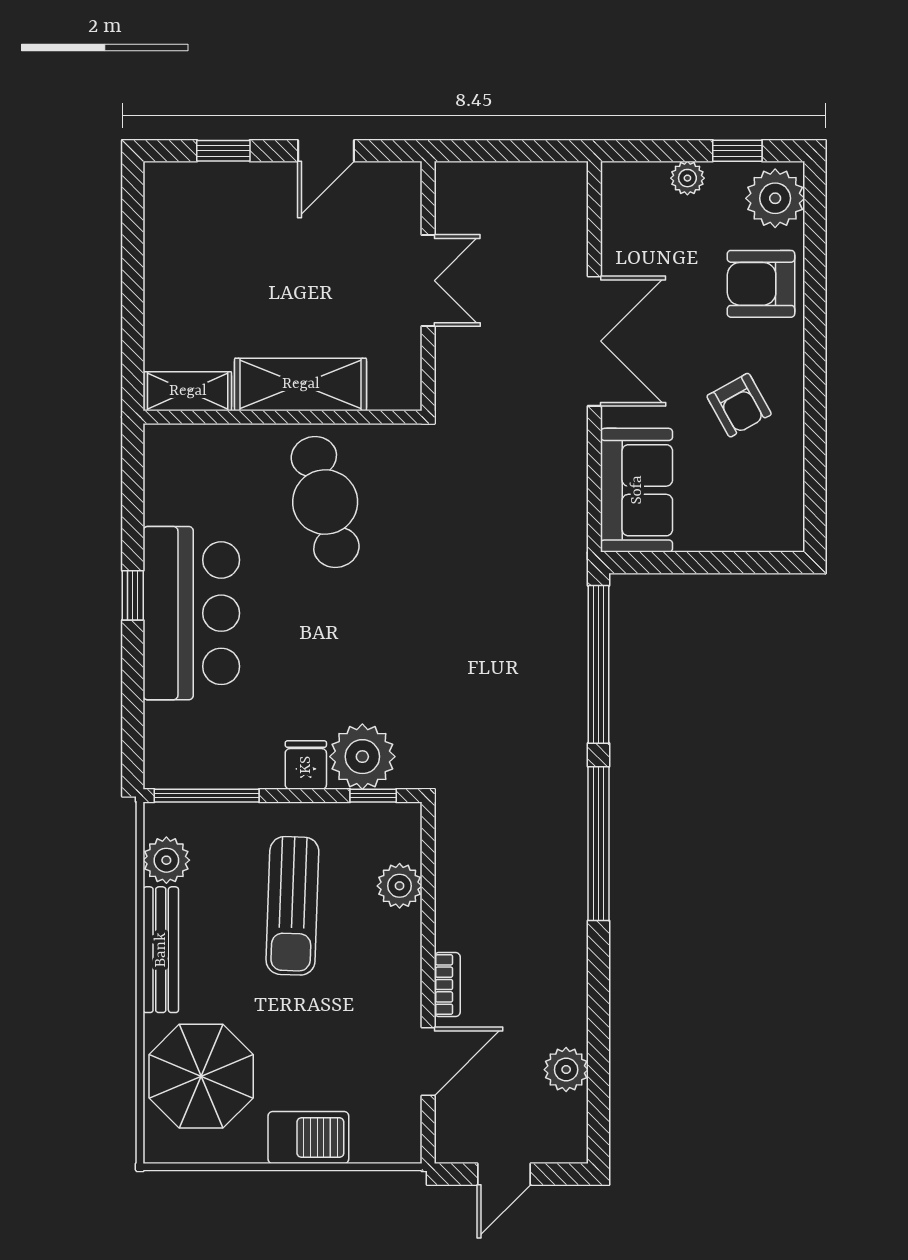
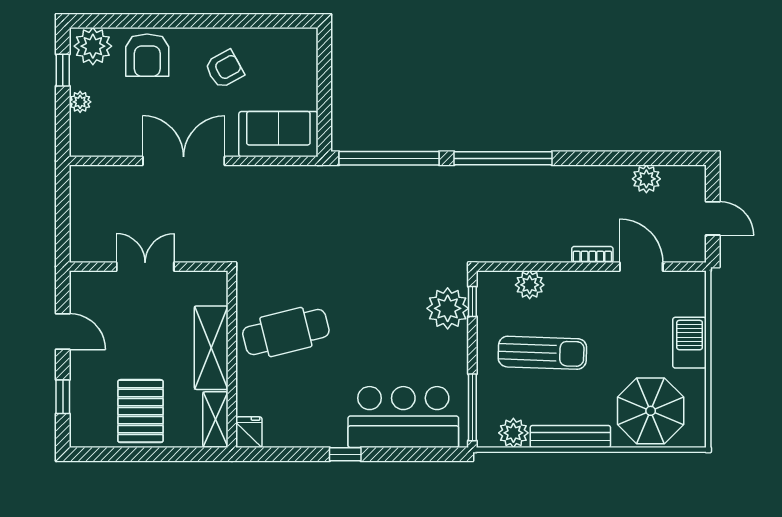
pallet: (201, 273) -> (140, 411), added
bar counter: (191, 613) -> (403, 417), moved
fridge: (306, 765) -> (249, 432), moved, turned 90

